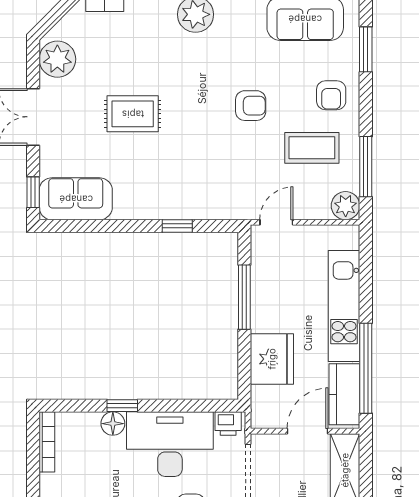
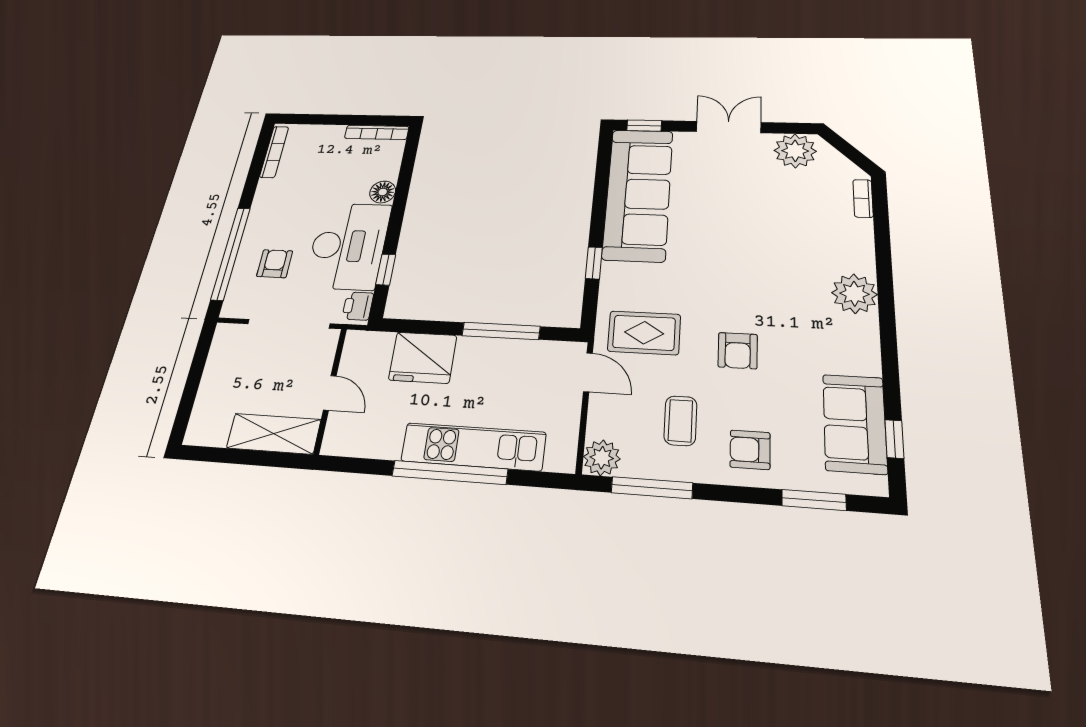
rug: (133, 114) -> (644, 333), moved, turned 90
coffee table: (312, 148) -> (680, 421), width x0.73, depth x0.77
sofa: (76, 199) -> (638, 194), width x1.85, depth x1.27
window: (366, 368) -> (450, 472), moved
kitchen counter: (344, 394) -> (364, 439), removed
window: (122, 406) -> (386, 270), moved
door: (308, 431) -> (330, 393), width x0.73

